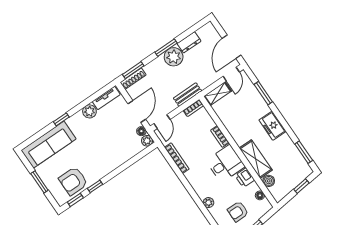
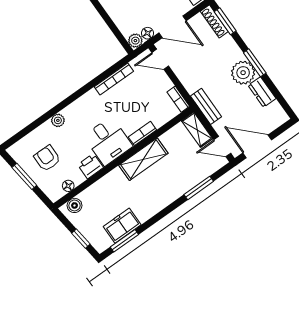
bench: (187, 95) -> (206, 106), moved
freezer: (273, 126) -> (122, 226), moved
shelving: (256, 159) -> (143, 159), moved
boiler: (269, 181) -> (75, 205), moved

